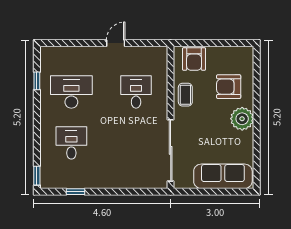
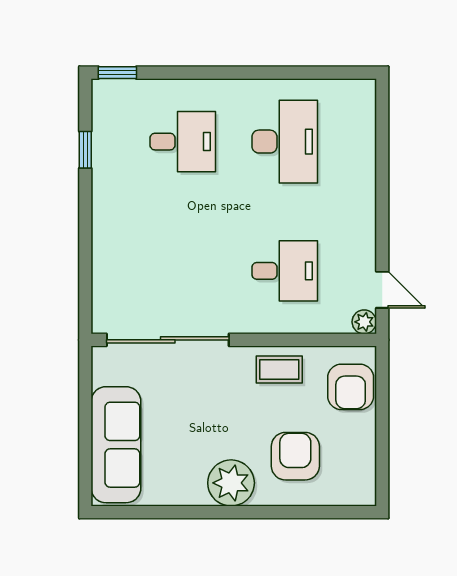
door: (116, 43) -> (382, 290), moved
plant: (162, 52) -> (364, 322), added
armchair: (194, 59) -> (351, 387), turned -90
window: (37, 81) -> (307, 73), removed

